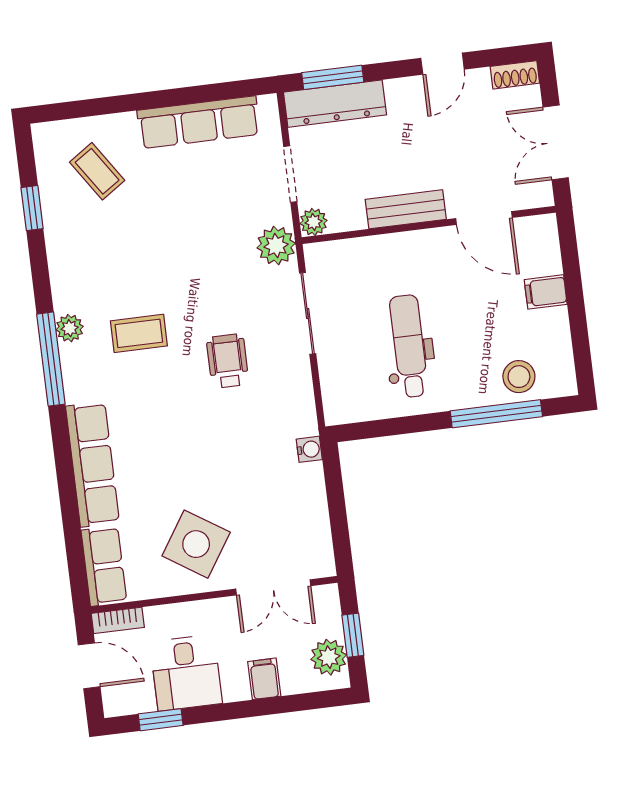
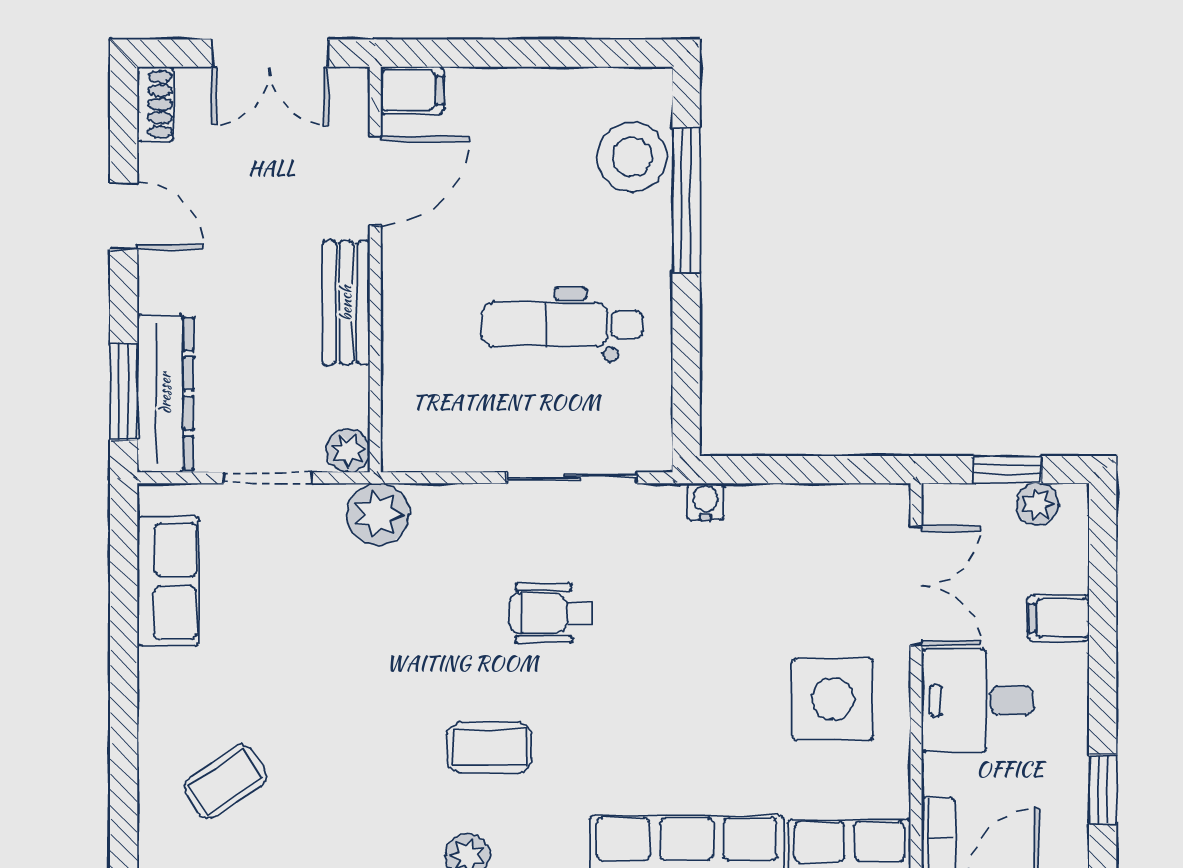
row of seats: (199, 122) -> (168, 581), width x0.68
filing cabinet: (546, 292) -> (412, 90), moved, turned -90
sliding door: (308, 313) -> (572, 478), moved
coffee table: (139, 333) -> (489, 748), turned 90
stool: (519, 377) -> (632, 157), width x1.38, depth x1.38
side table: (196, 544) -> (833, 699), turned -33
plant: (329, 657) -> (1037, 504), width x0.73, depth x0.73
desk: (186, 673) -> (977, 701), moved, turned 180

